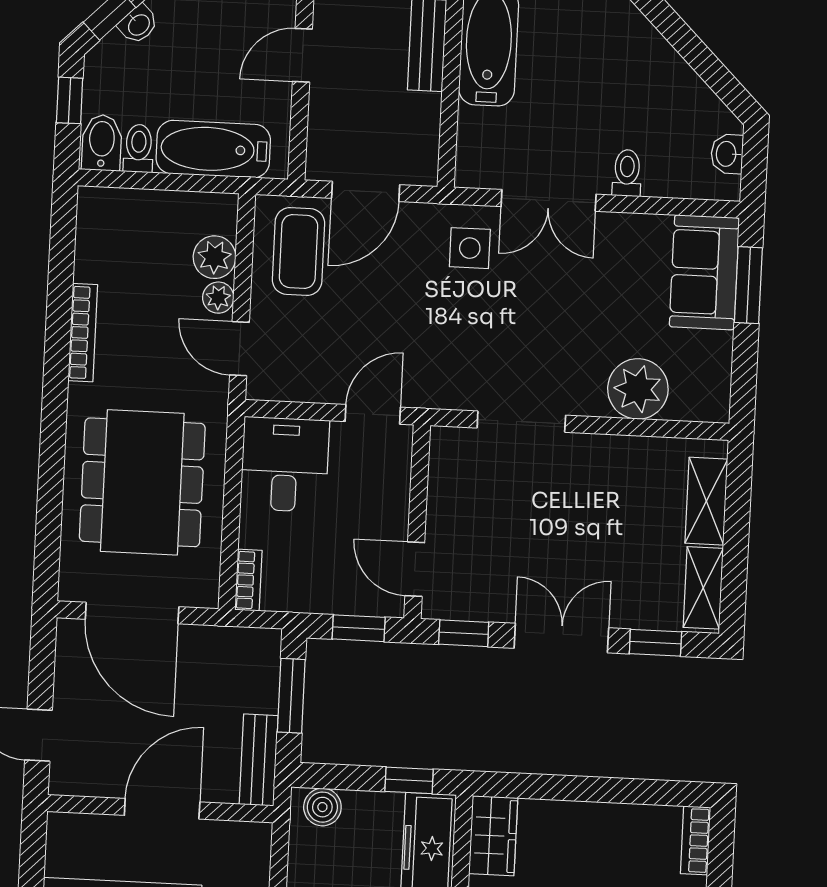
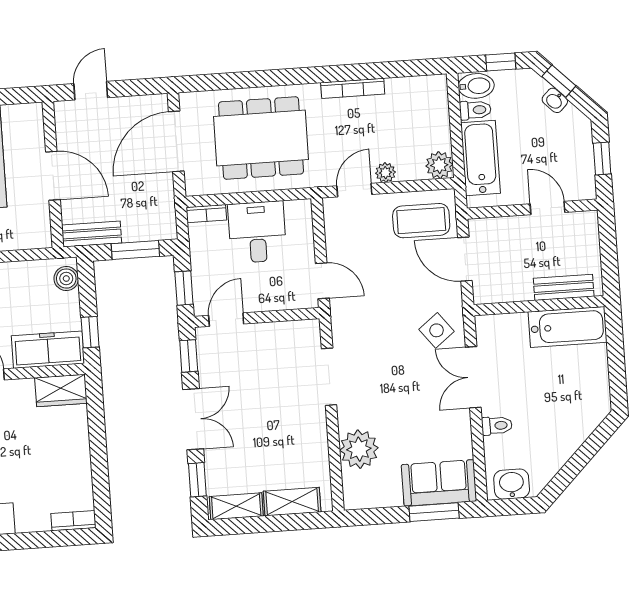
washbasin: (727, 154) -> (512, 484), width x1.38, depth x1.45
side table: (470, 248) -> (437, 330), turned -38
plant: (214, 257) -> (439, 165), moved
desk: (285, 464) -> (257, 232), moved, turned -90

